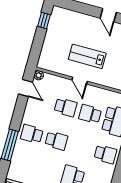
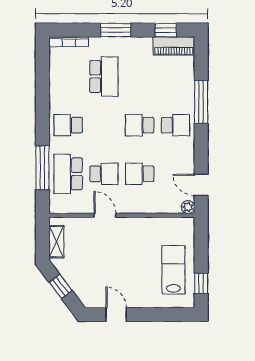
lab bench: (87, 56) -> (173, 270), moved, turned -90
door: (80, 81) -> (105, 215), moved

